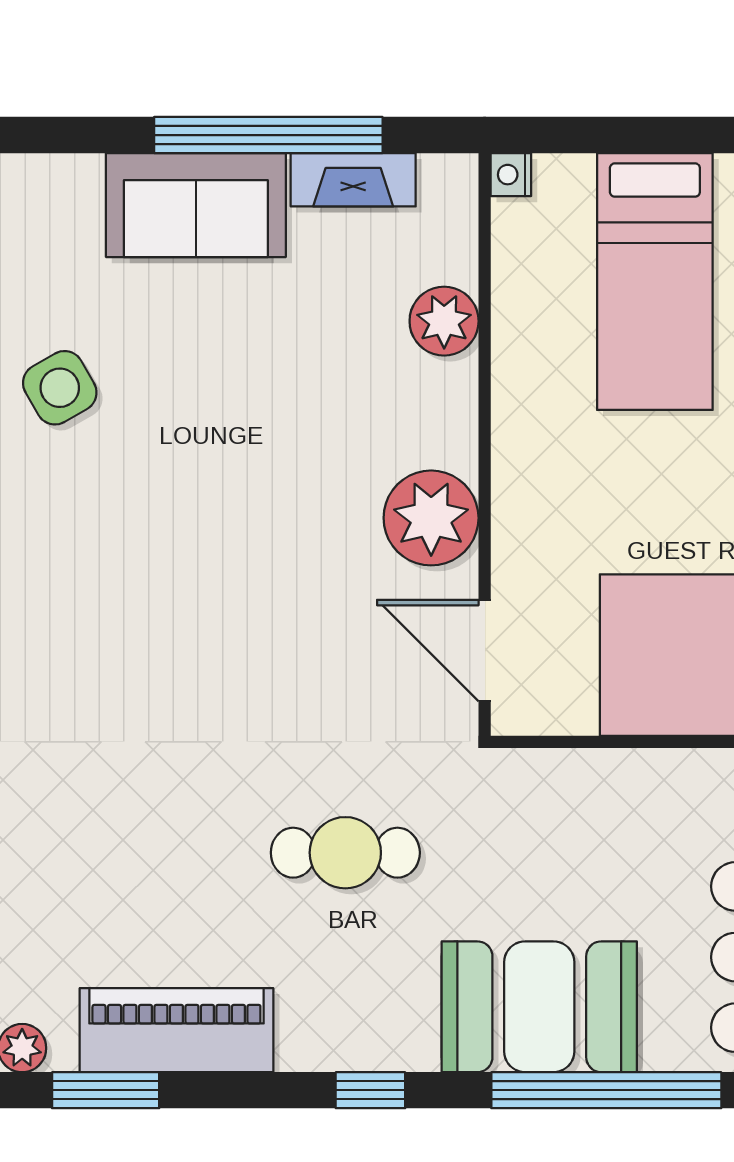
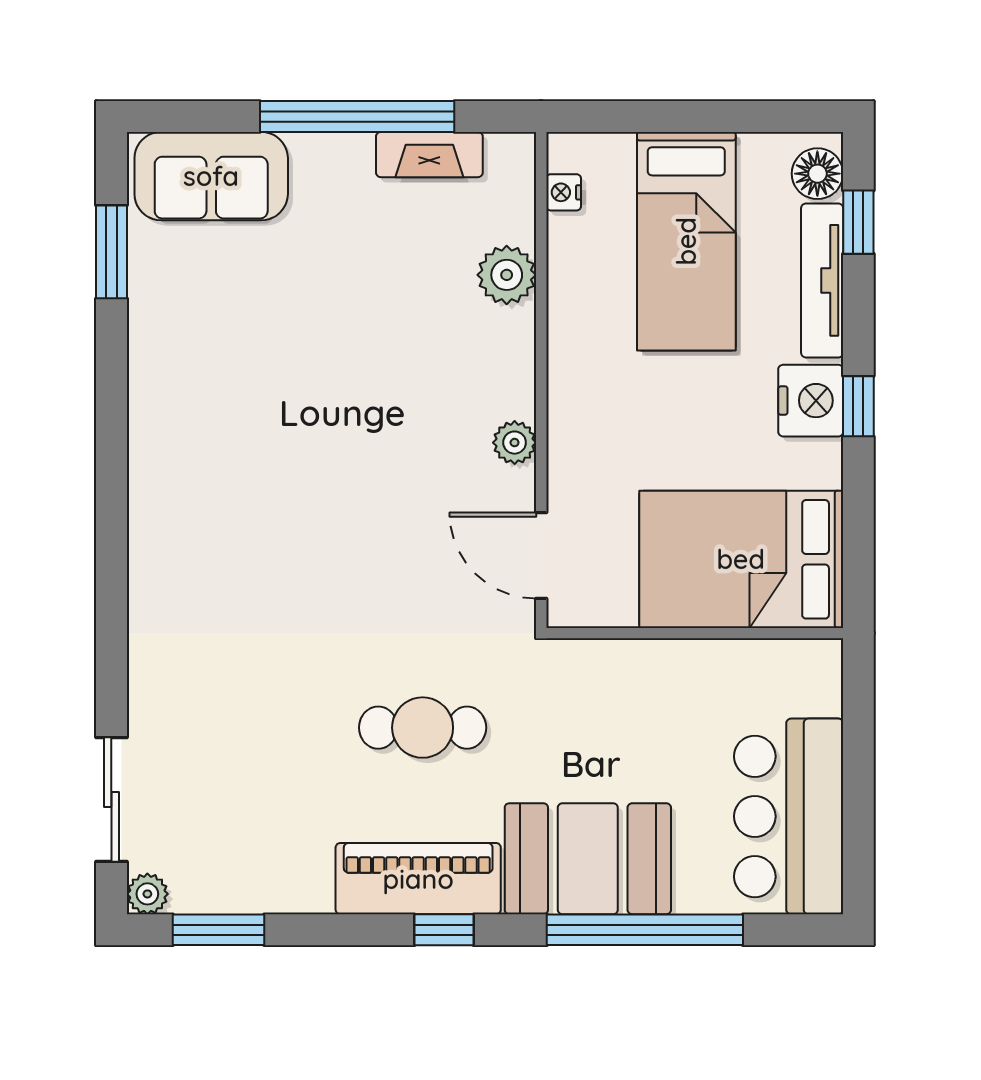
nightstand: (511, 175) -> (564, 192), moved
sofa: (196, 205) -> (211, 176), moved
side table: (60, 388) -> (179, 332), removed
plant: (431, 518) -> (515, 443), width x0.53, depth x0.53
piano: (176, 1030) -> (418, 879), moved

